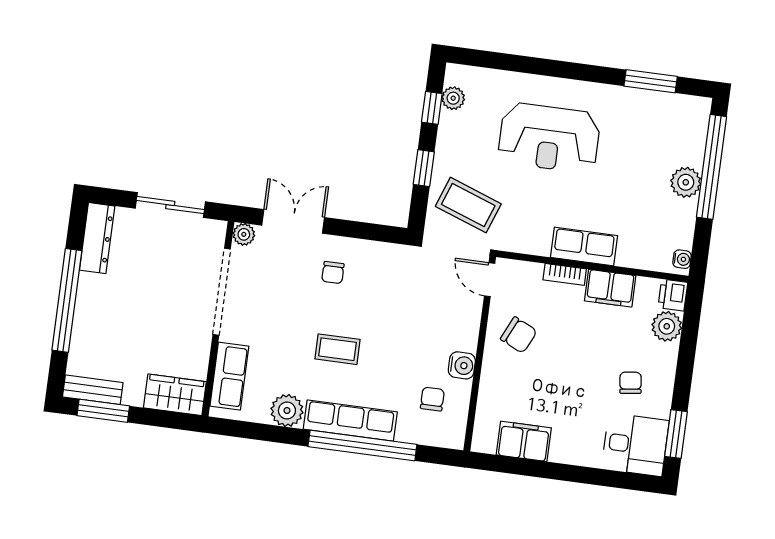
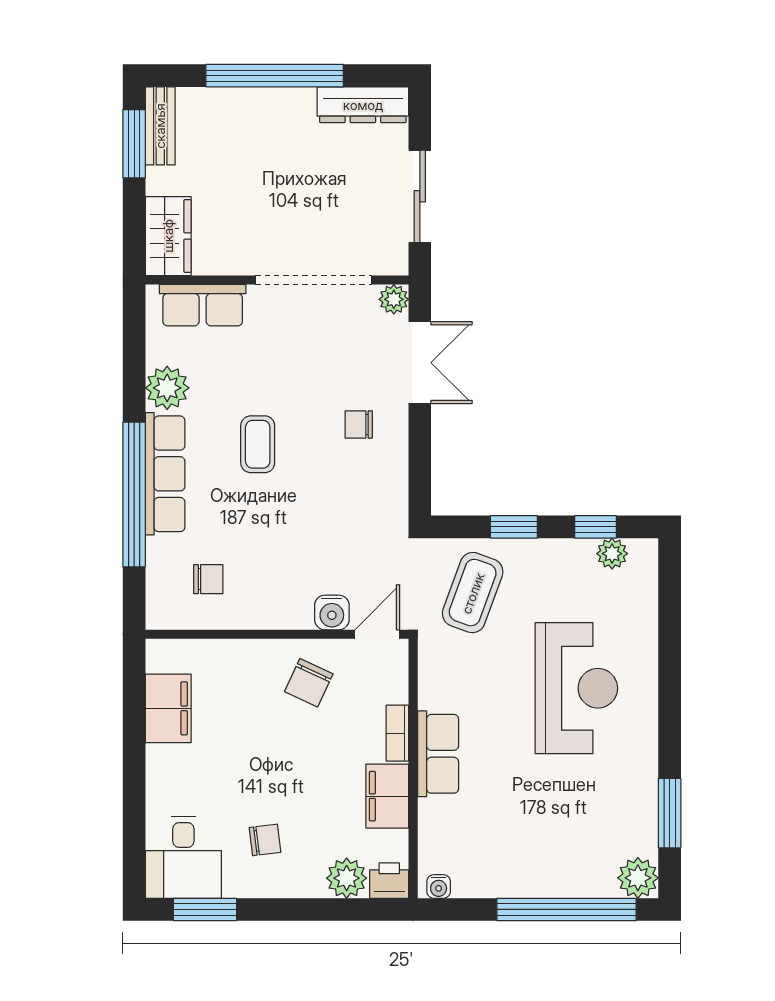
reception desk: (549, 138) -> (576, 688), turned 180
plant: (686, 182) -> (638, 878), moved
water cooler: (462, 365) -> (332, 612), moved

